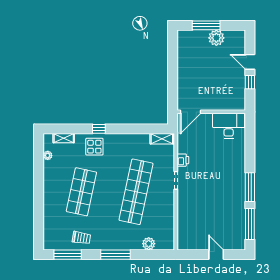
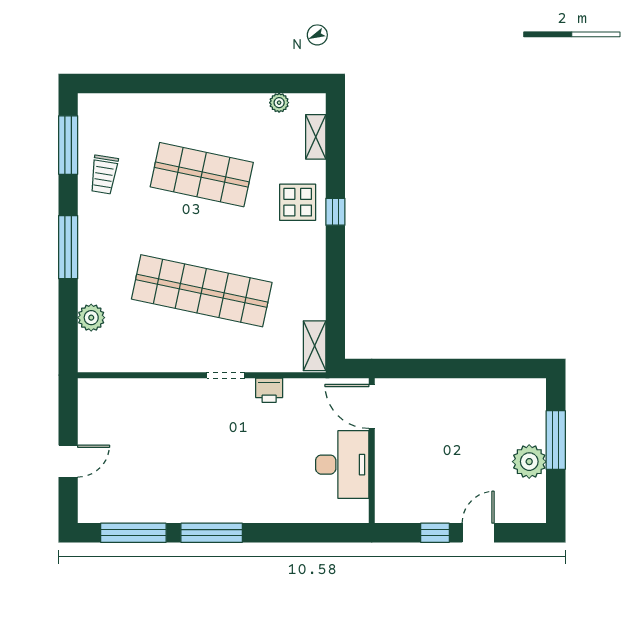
desk: (229, 126) -> (342, 465), moved

